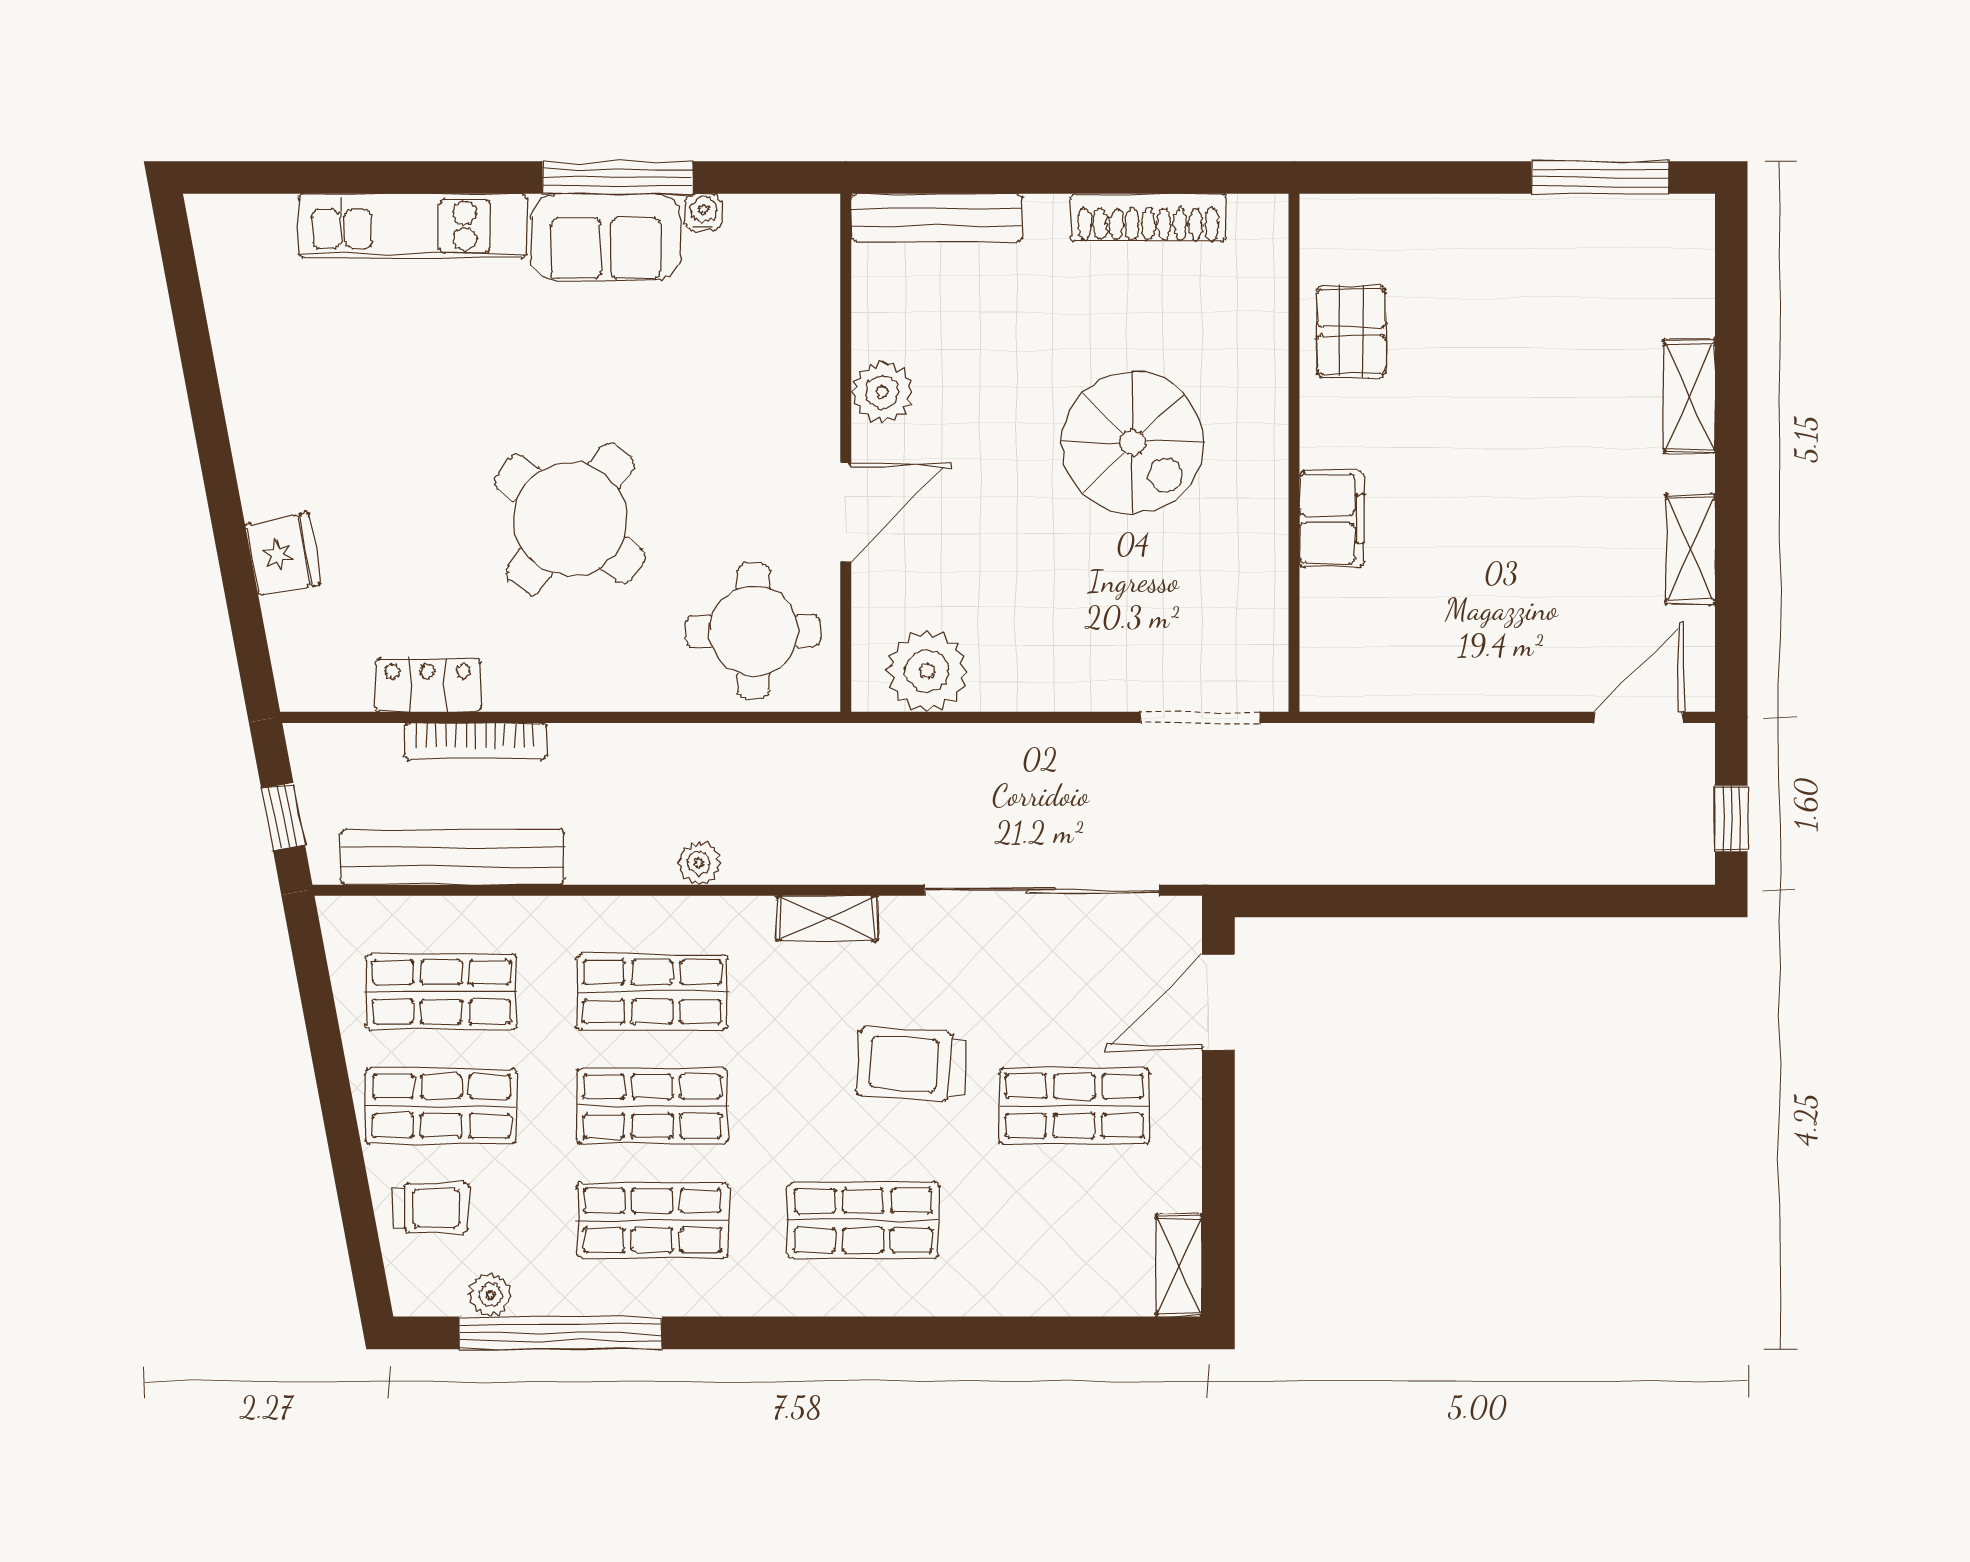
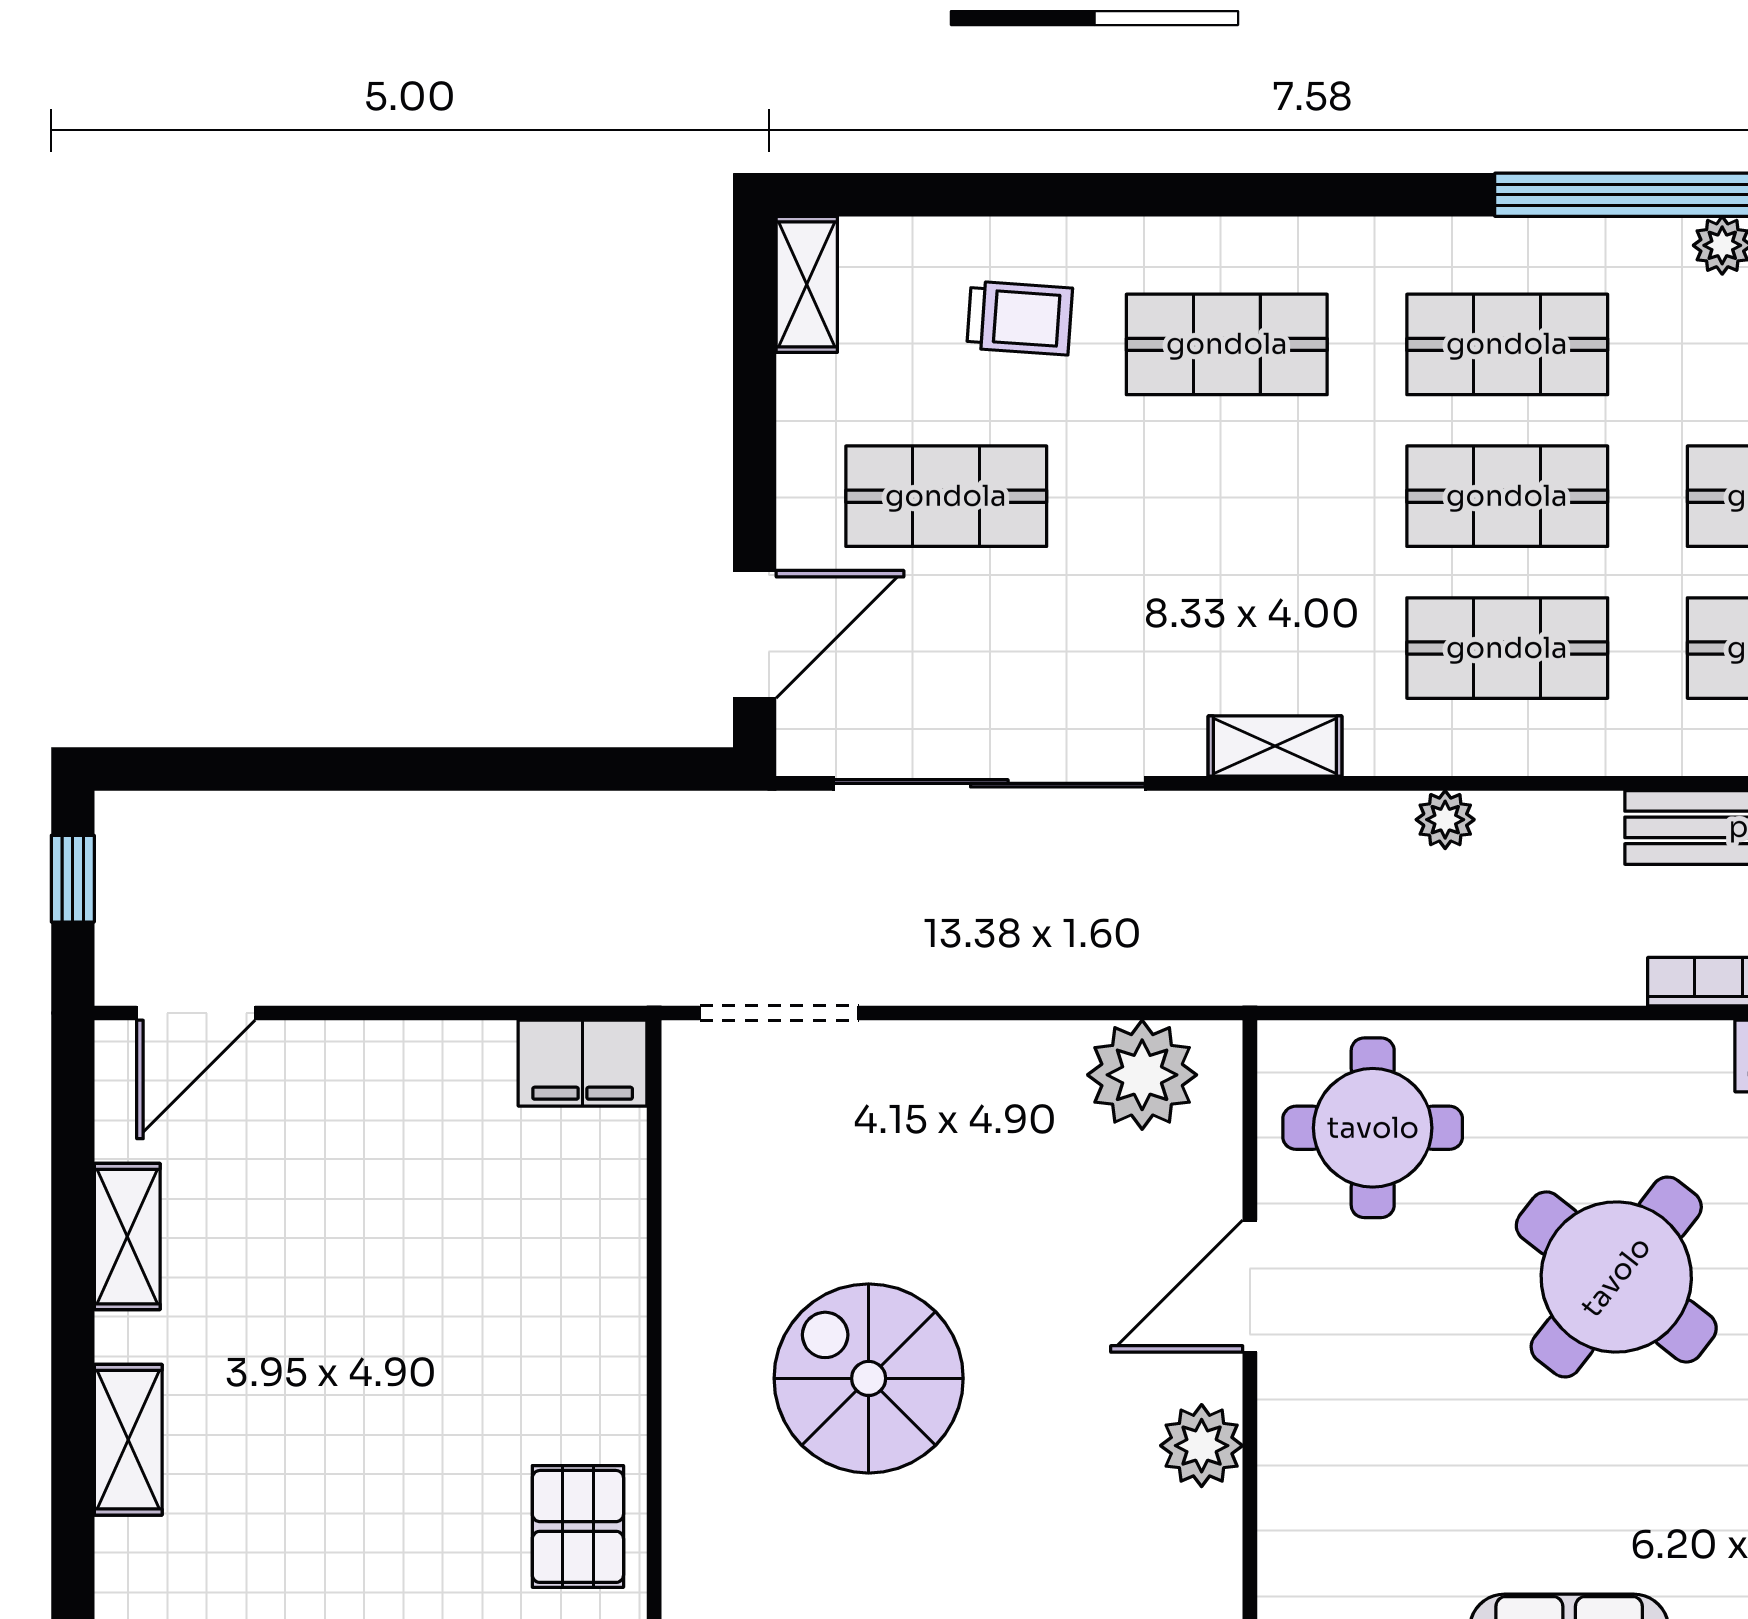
filing cabinet: (1332, 519) -> (583, 1063), moved, turned -90
trolley: (911, 1065) -> (1020, 318), moved, width x0.73, depth x0.72

